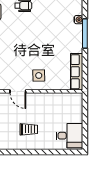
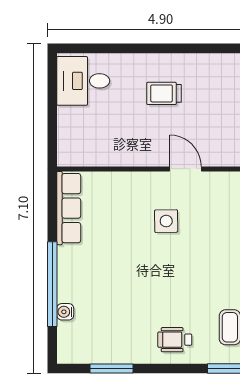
window: (85, 33) -> (52, 284), width x1.46
side table: (39, 75) -> (166, 221), moved

